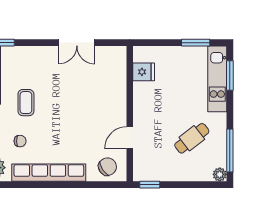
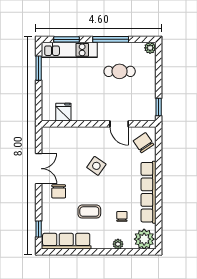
chair: (50, 66) -> (59, 191), added
side table: (80, 111) -> (96, 166), added
cafe table: (192, 138) -> (120, 71), turned -52
window: (230, 150) -> (111, 39), moved

